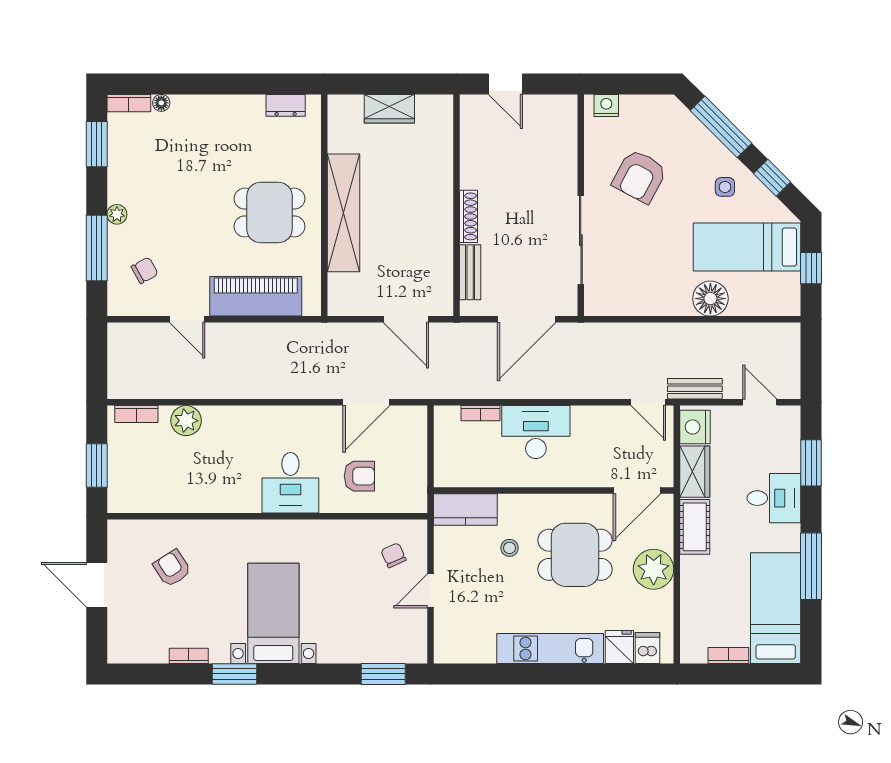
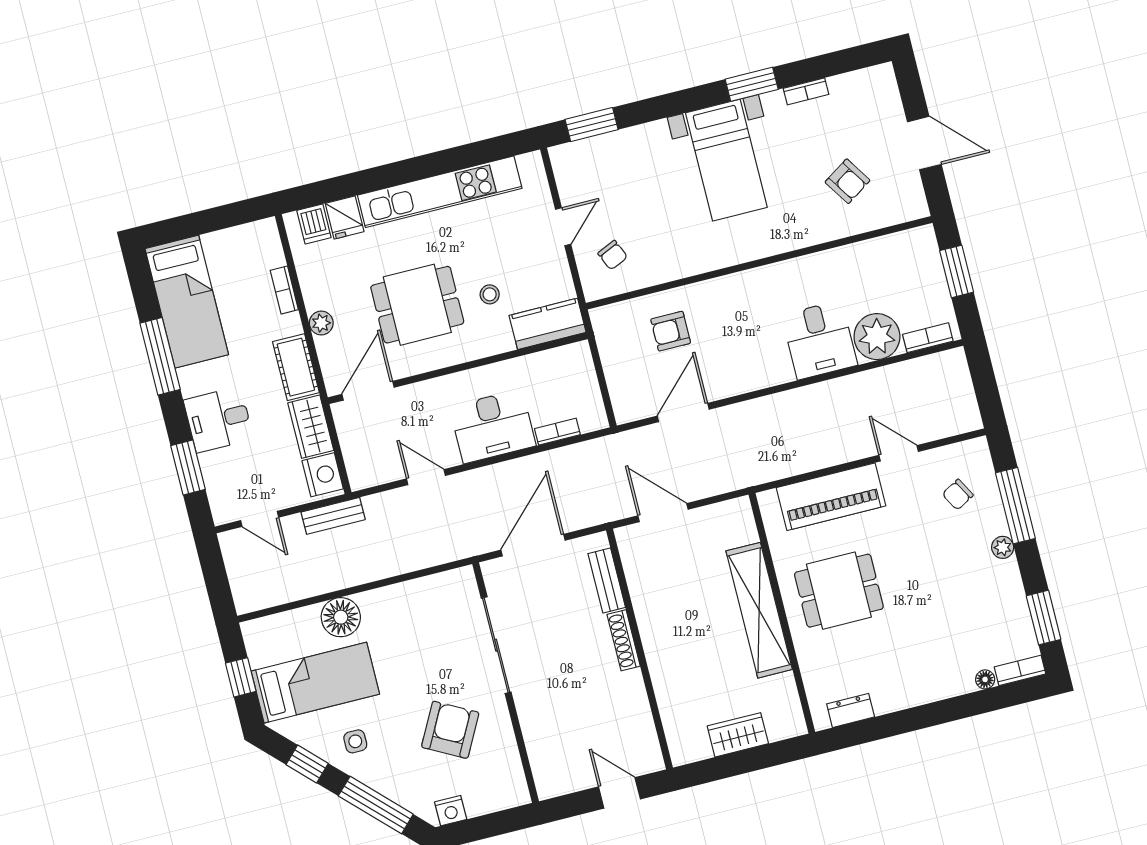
nightstand: (606, 106) -> (451, 811), moved
door: (648, 402) -> (426, 477), moved
plant: (186, 421) -> (877, 337), width x1.36, depth x1.36
desk: (290, 483) -> (819, 340), moved, turned 180
plant: (654, 569) -> (321, 323), width x0.53, depth x0.53
kitchen unit: (550, 649) -> (440, 192), width x1.36
bookcase: (728, 655) -> (284, 290), moved, turned 90

